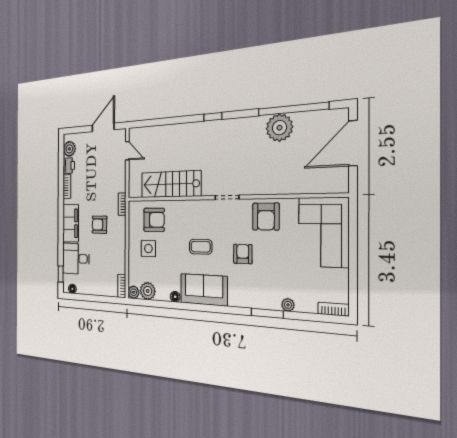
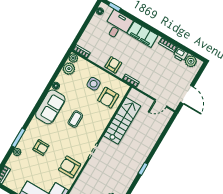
armchair: (100, 225) -> (113, 65), moved
armchair: (243, 254) -> (41, 148), moved

